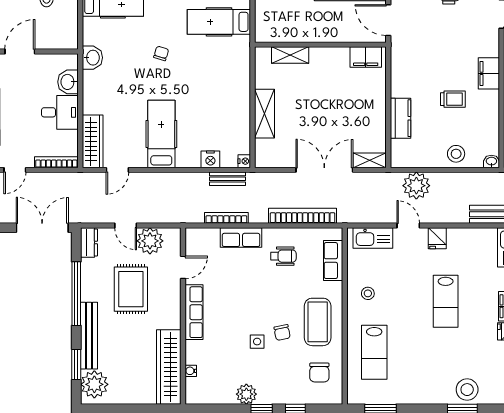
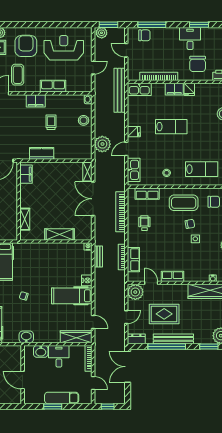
kitchen counter: (400, 118) -> (42, 153), moved
nightstand: (210, 159) -> (87, 280), moved
row of seats: (241, 238) -> (133, 260), moved
plant: (150, 241) -> (135, 292), moved
row of seats: (194, 312) -> (173, 276), width x0.68
bench: (89, 336) -> (173, 339), moved

